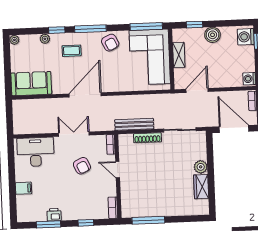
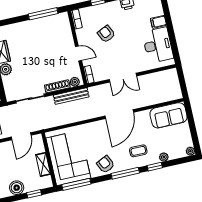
plant: (127, 139) -> (75, 82), added
desk: (36, 152) -> (158, 45), moved, turned -90
armchair: (82, 166) -> (106, 34), moved

